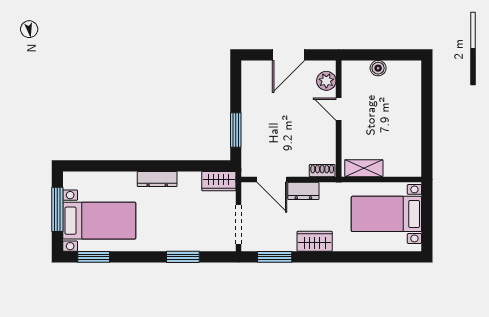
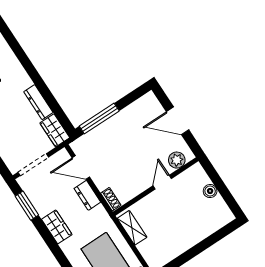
window: (236, 130) -> (99, 118), width x1.44
dresser: (157, 179) -> (38, 102), moved
door: (272, 179) -> (81, 167), hinge flipped

